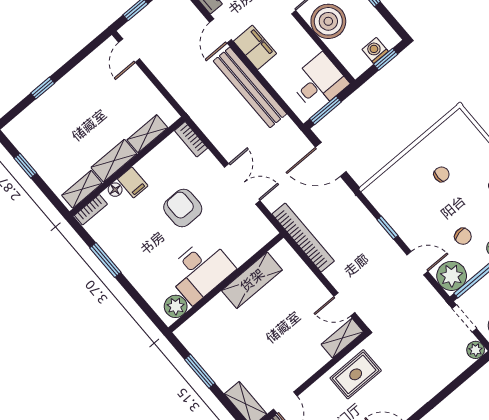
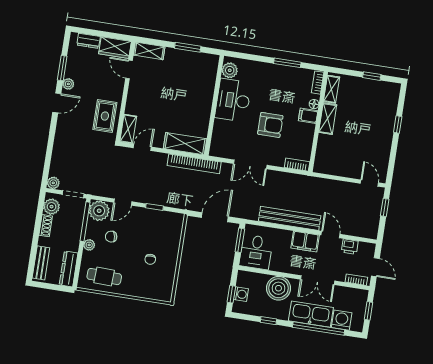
shelving: (147, 134) -> (322, 148), removed
shelving: (252, 280) -> (185, 144), moved, turned 90

